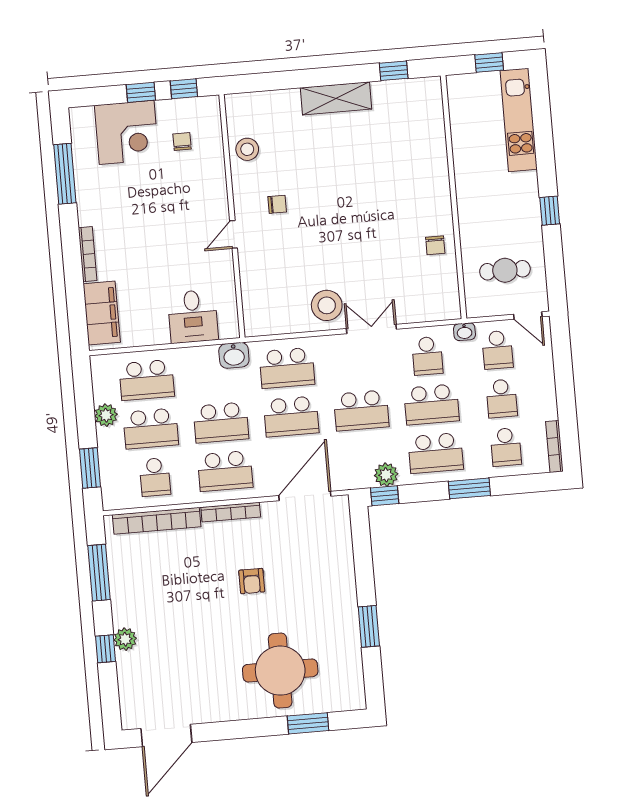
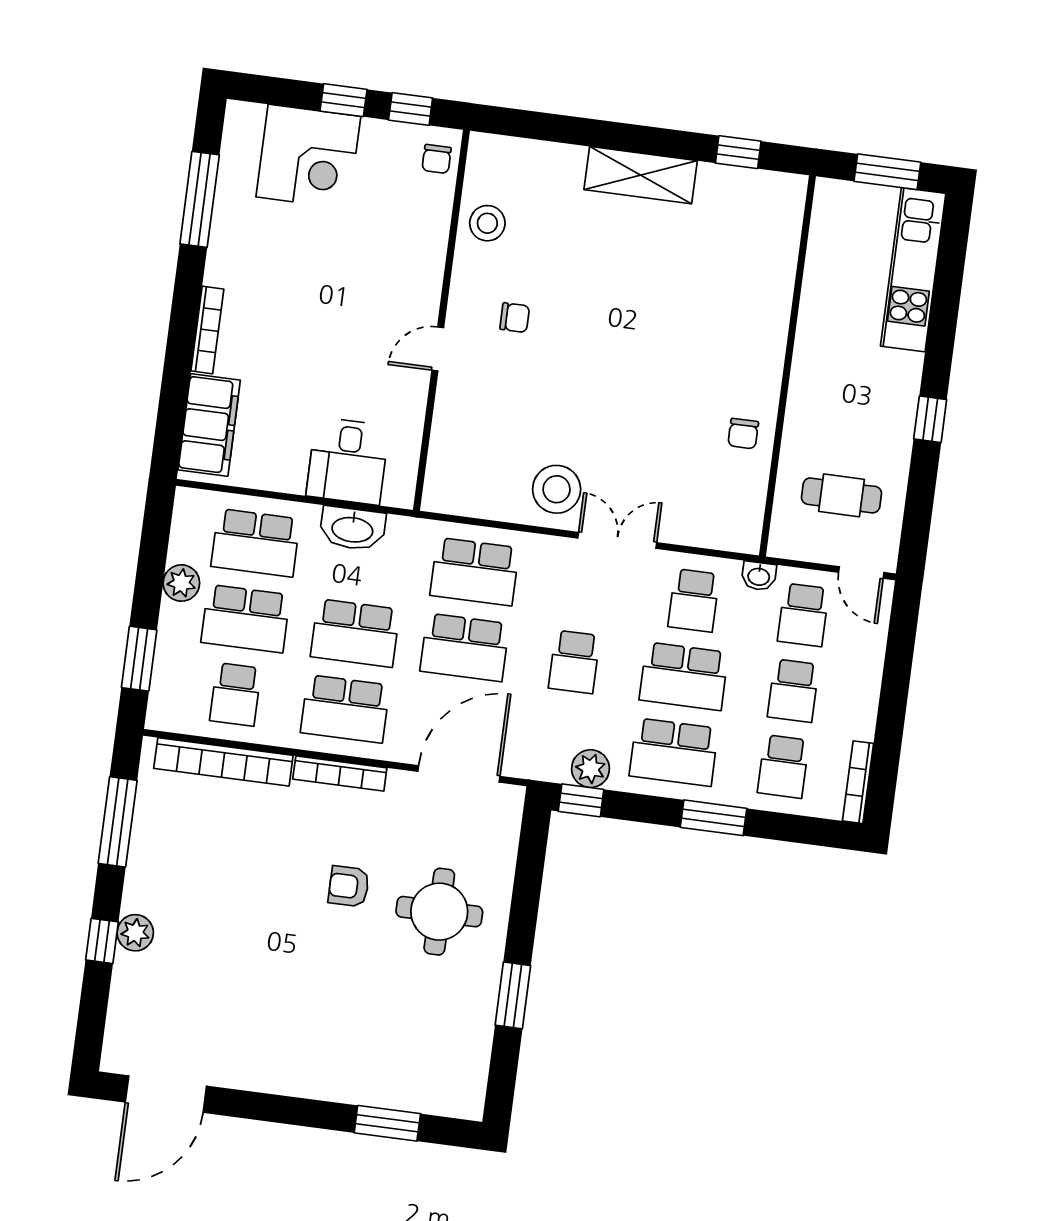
window: (489, 63) -> (887, 172), width x1.50
chair: (182, 142) -> (437, 159), moved, turned 180
washbasin: (234, 355) -> (353, 529), moved, width x1.38
school desk: (361, 410) -> (574, 662), width x0.54
armchair: (252, 581) -> (349, 886), turned 90
round table: (280, 671) -> (439, 912), moved, width x0.73, depth x0.73

